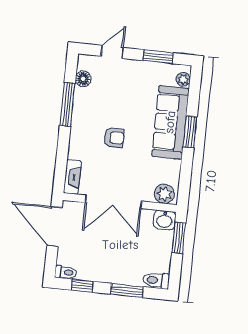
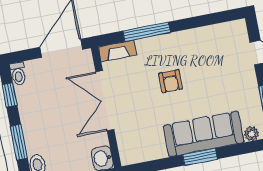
floor lamp: (83, 79) -> (221, 31), removed
window: (67, 104) -> (147, 32), moved
plant: (164, 194) -> (129, 150), removed

